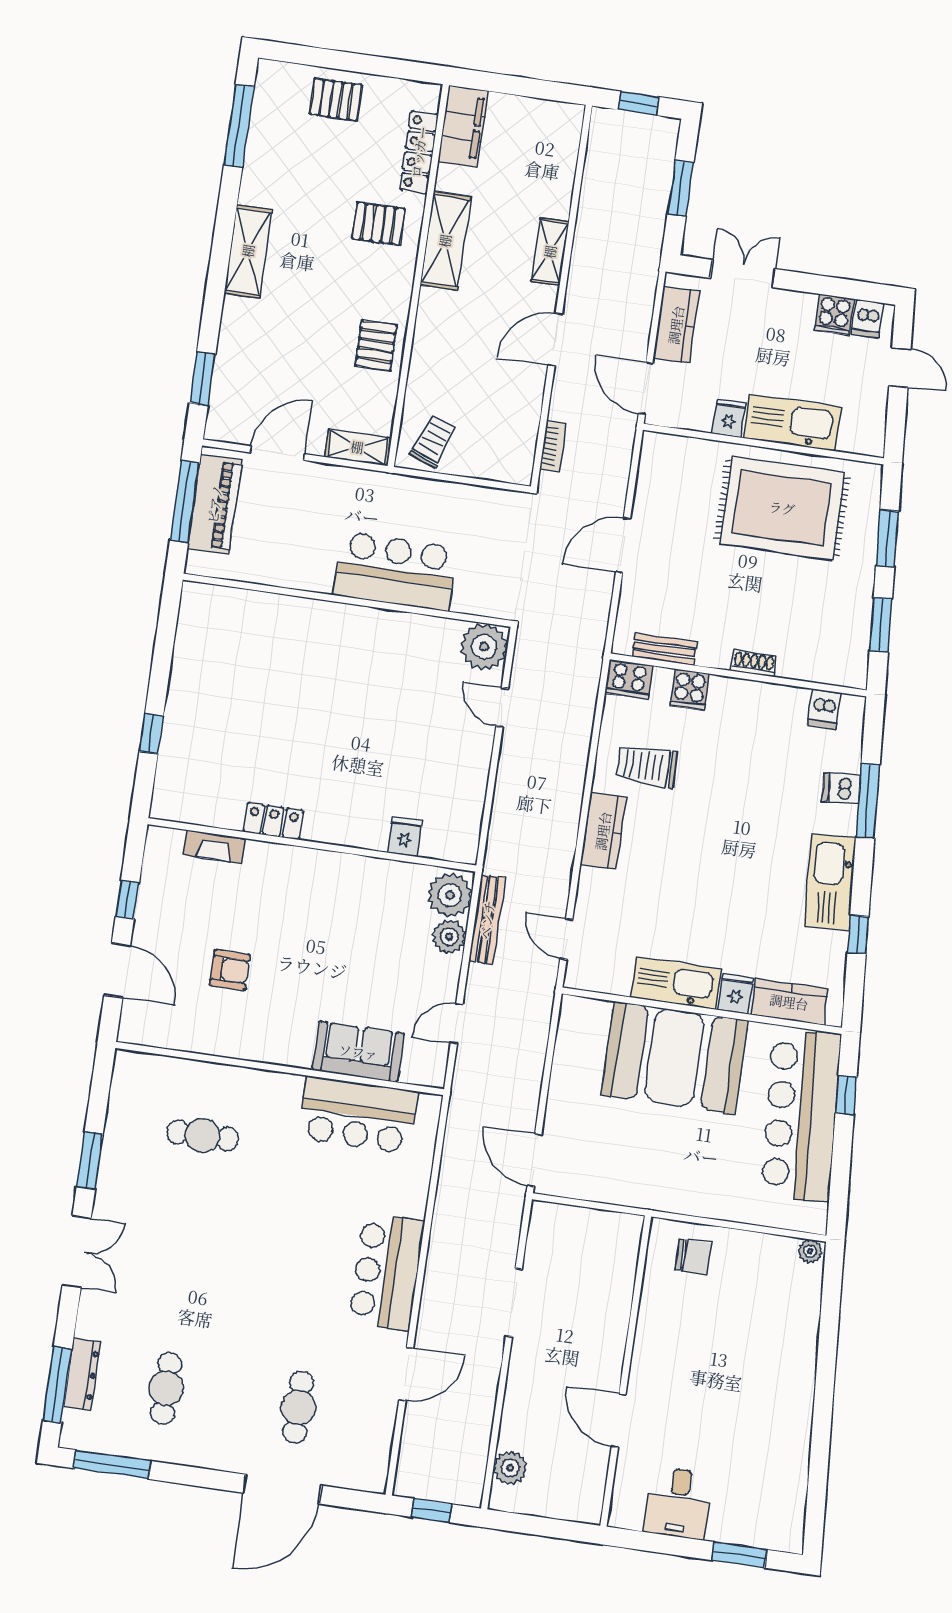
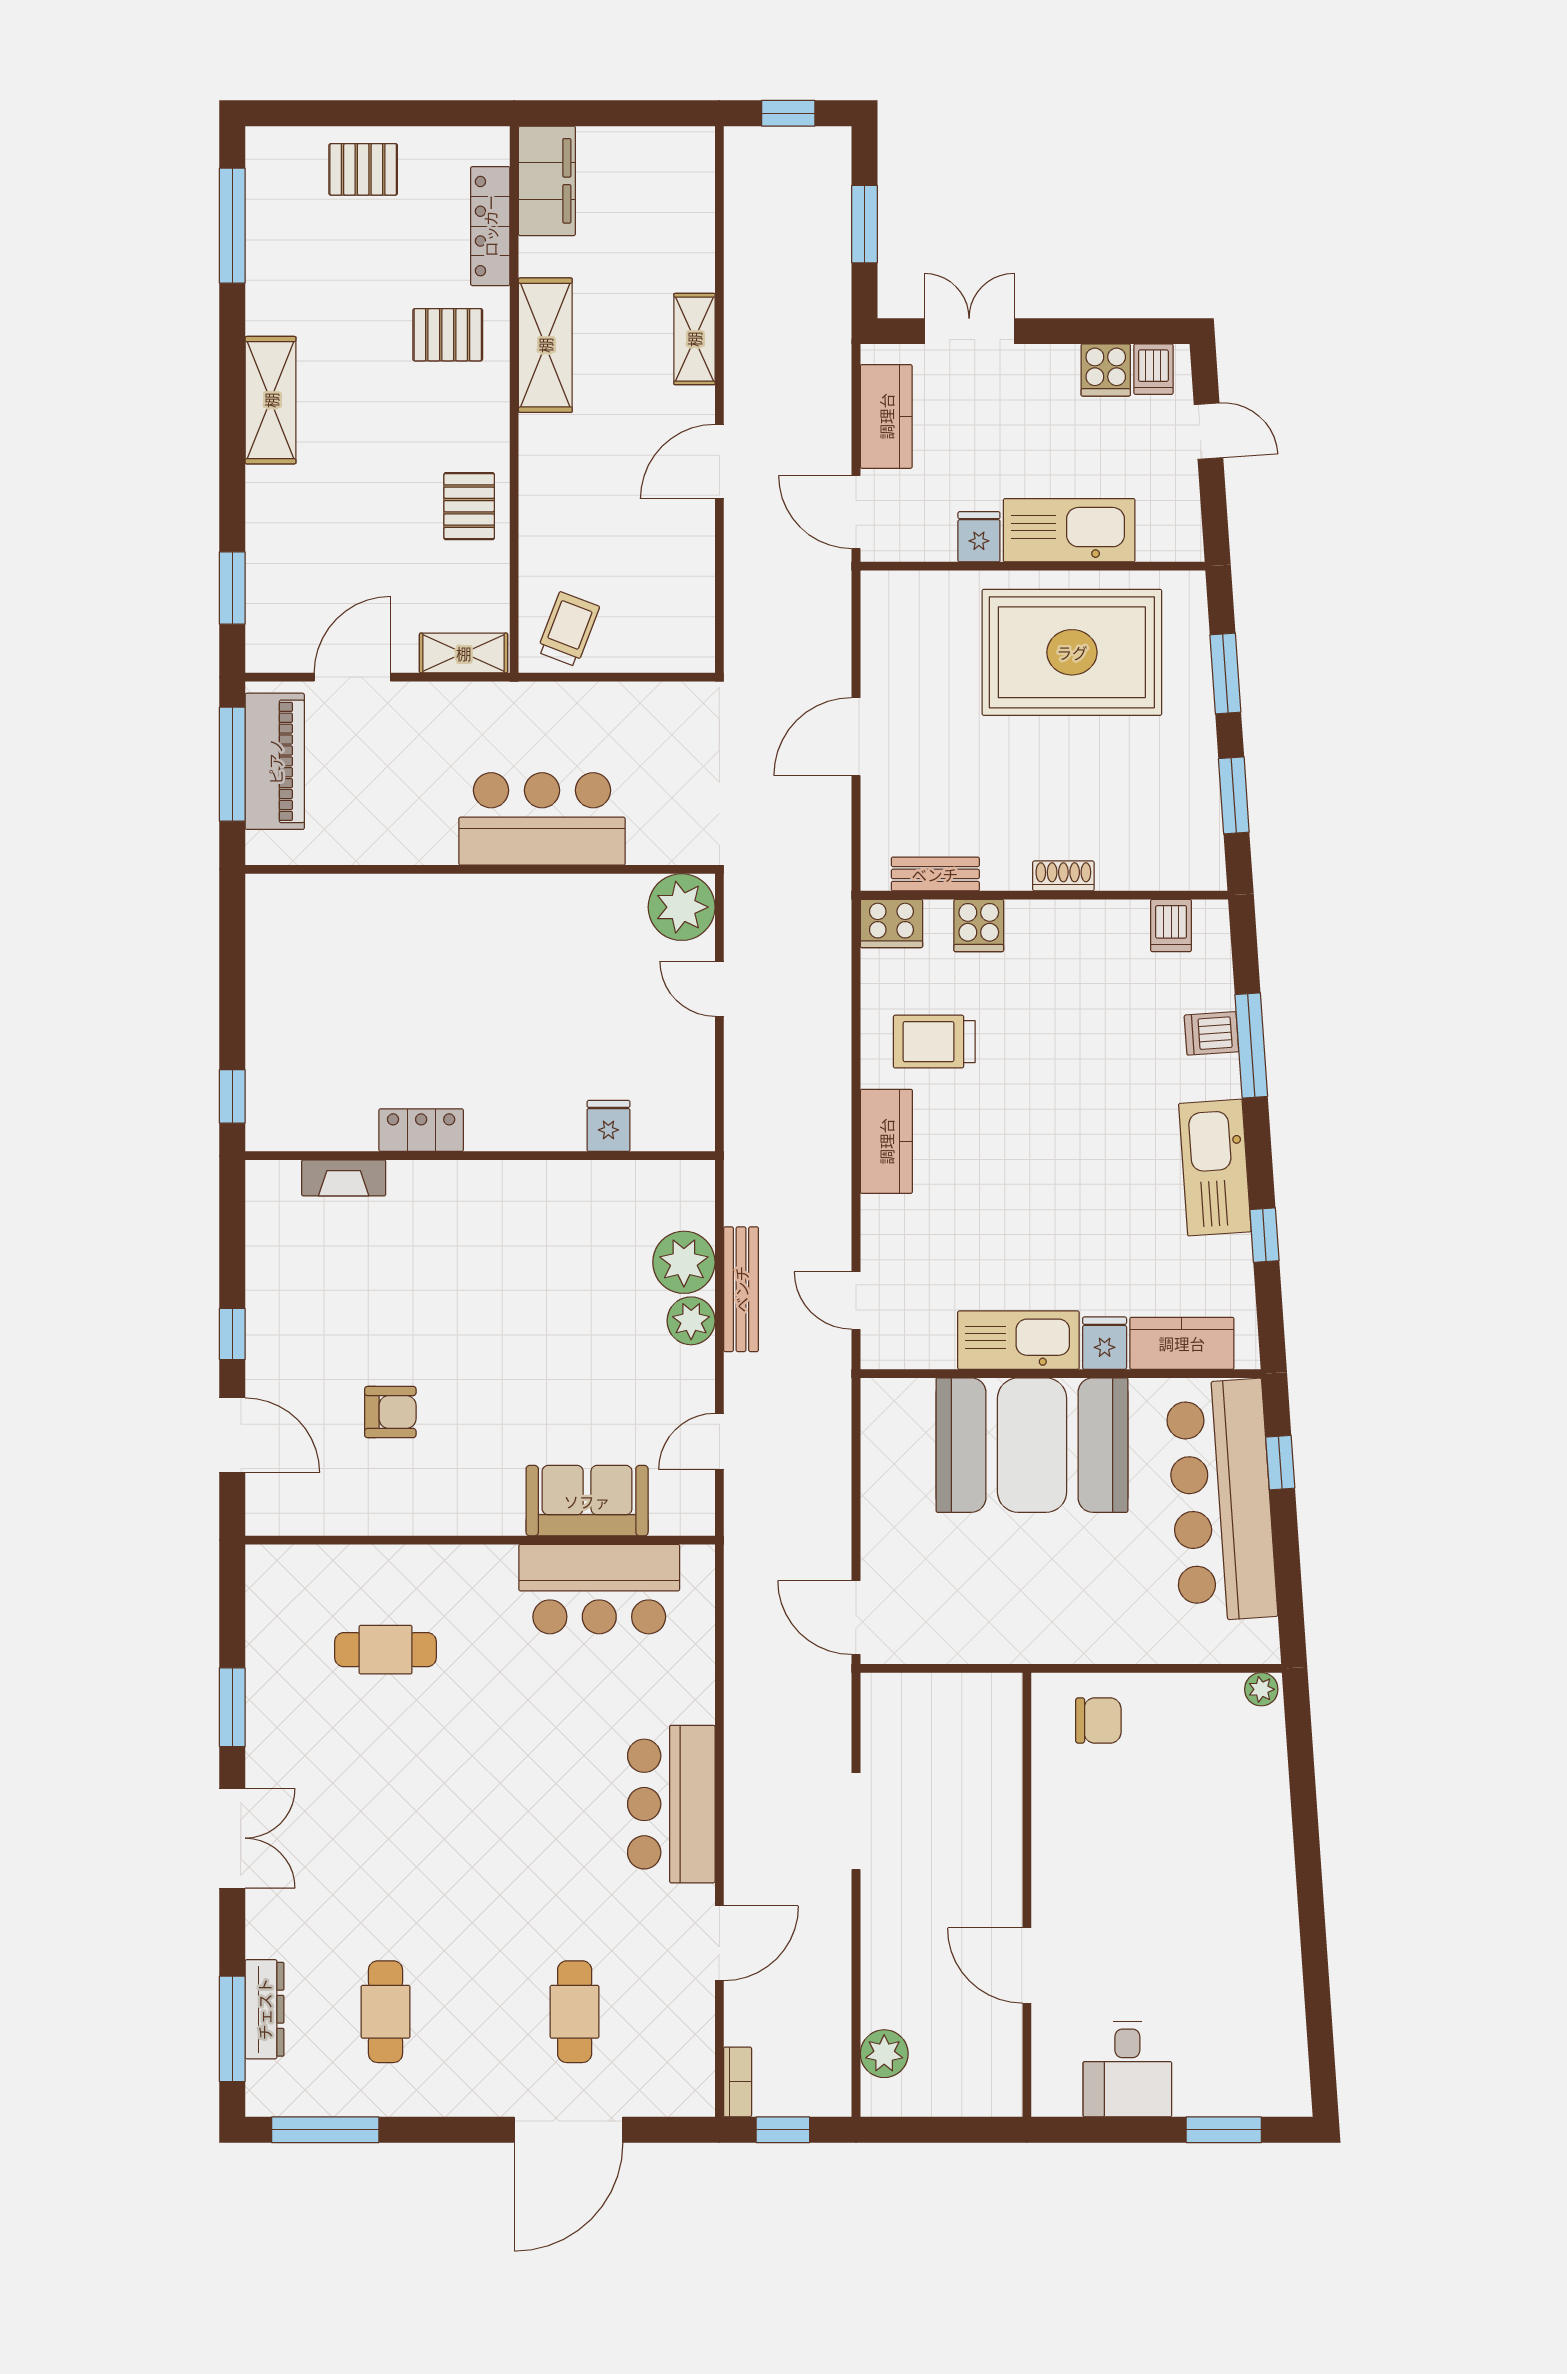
bookcase: (553, 446) -> (738, 2082), moved
locker: (273, 821) -> (421, 1130), moved
fridge: (405, 837) -> (608, 1126), moved
wall: (312, 845) -> (480, 1156), moved
fireplace: (214, 847) -> (344, 1178), moved

